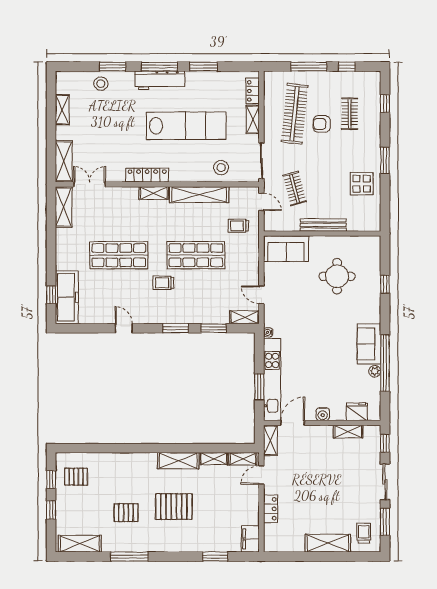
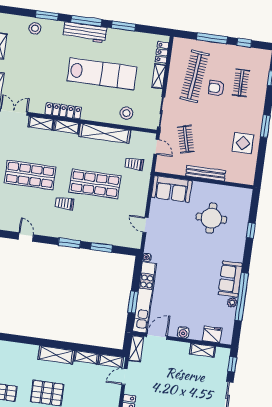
shelving: (245, 317) -> (41, 123), moved

